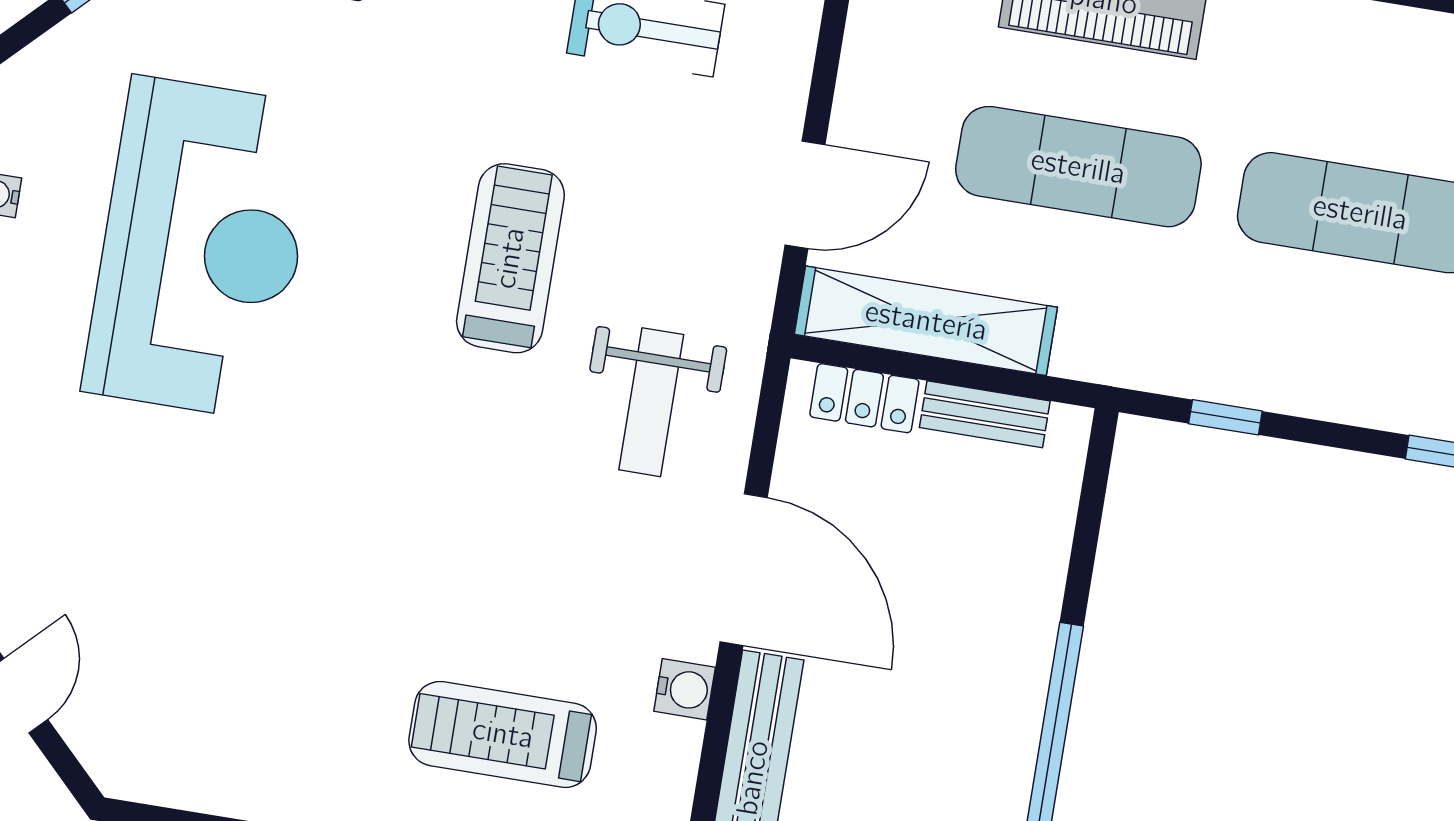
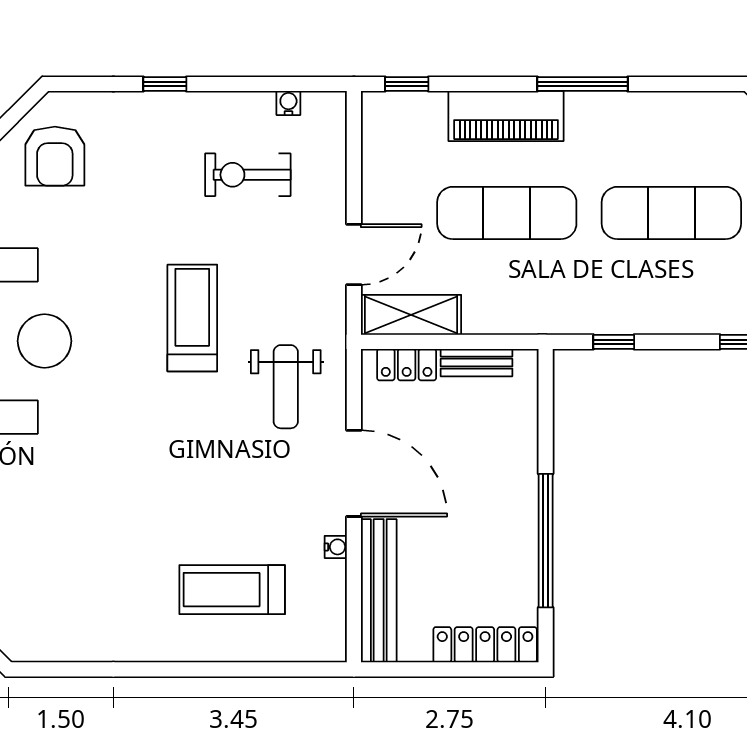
shelving: (926, 321) -> (411, 315), width x0.68
water cooler: (685, 689) -> (336, 547), width x0.72, depth x0.72

